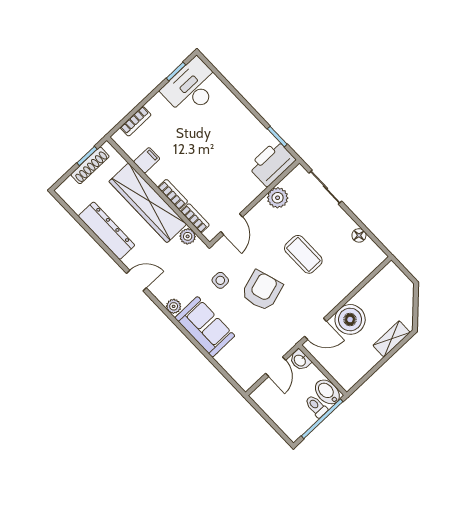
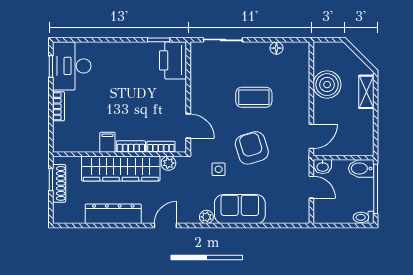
bookcase: (136, 121) -> (59, 106), moved
filing cabinet: (147, 160) -> (107, 142), moved
plant: (278, 198) -> (200, 79), removed
boiler: (350, 319) -> (327, 85), moved
toilet: (316, 406) -> (364, 217), moved

